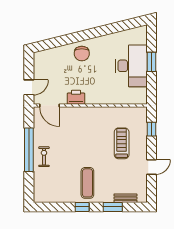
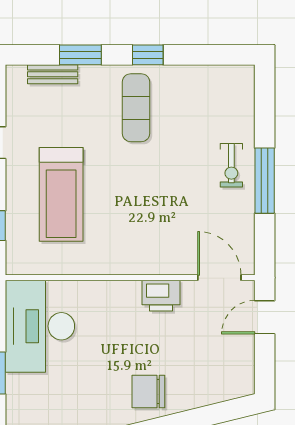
chair: (82, 54) -> (148, 392), turned -90
desk: (131, 66) -> (40, 326), moved
treadmill: (122, 143) -> (61, 194), width x1.37, depth x1.38
window: (29, 150) -> (265, 181), width x0.68

